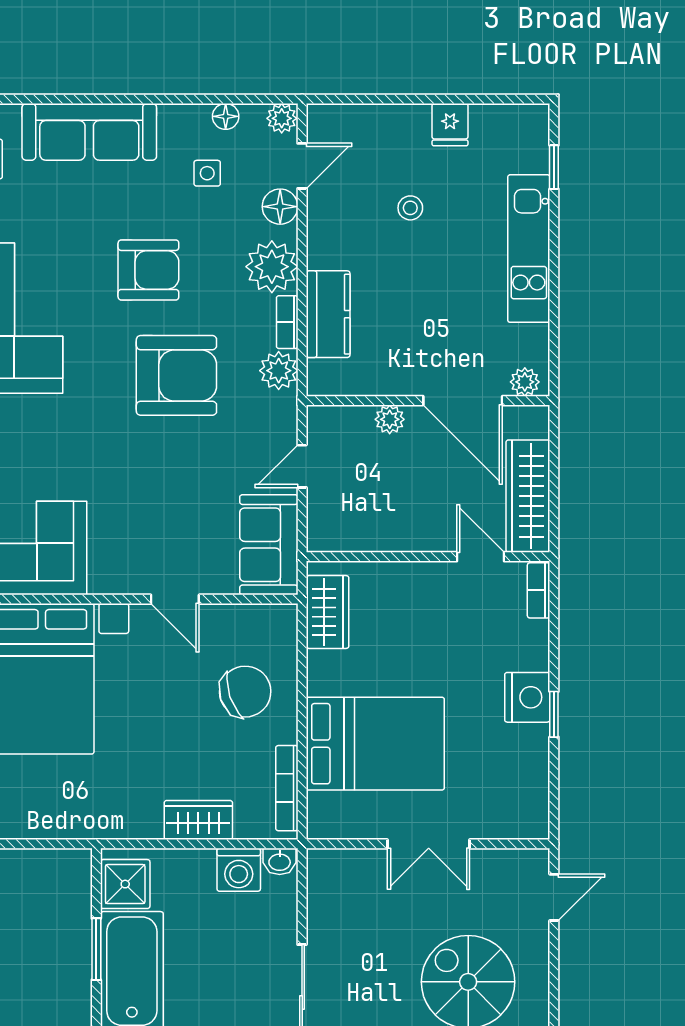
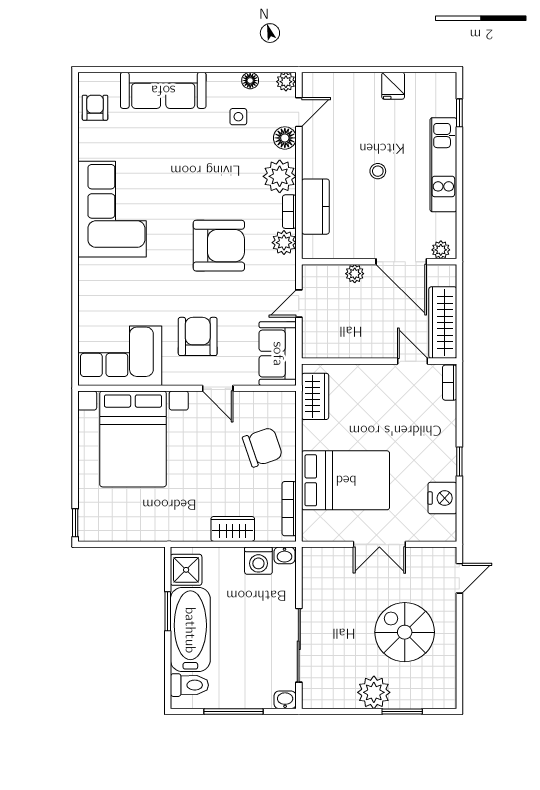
stool: (410, 208) -> (378, 171), moved
armchair: (148, 270) -> (198, 336), moved, turned -90
nightstand: (527, 697) -> (442, 498), moved

